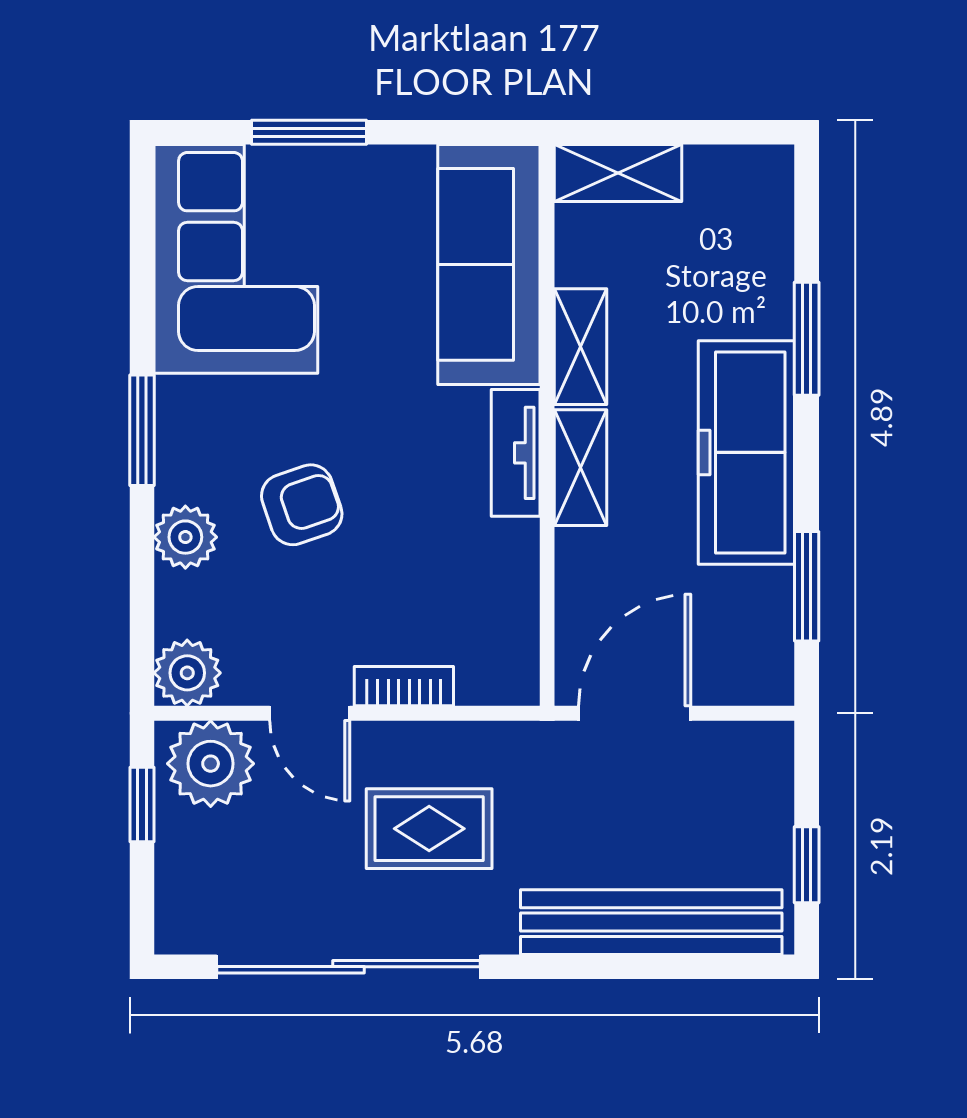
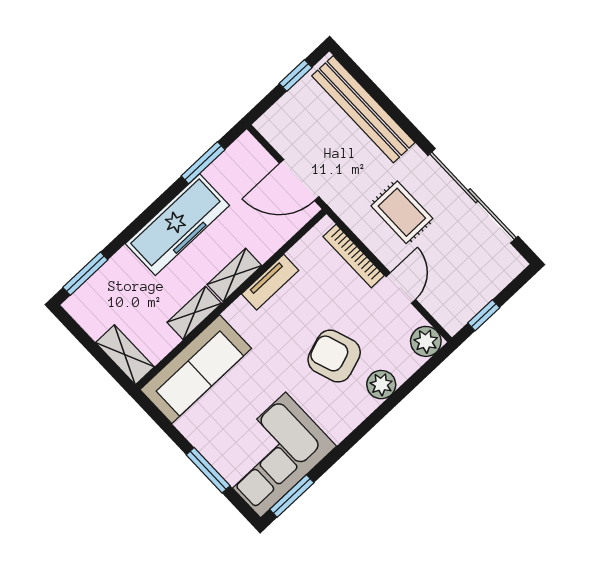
window: (807, 339) -> (85, 274), moved
window: (142, 430) -> (292, 496), moved
tv unit: (516, 453) -> (270, 282), moved
armchair: (302, 505) -> (334, 356), width x1.38, depth x1.38
bookcase: (404, 686) -> (354, 256), width x1.56
plant: (211, 764) -> (449, 305), removed

